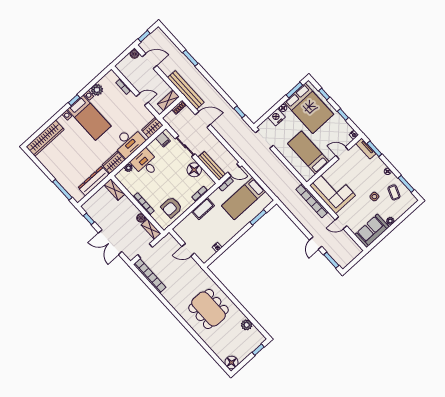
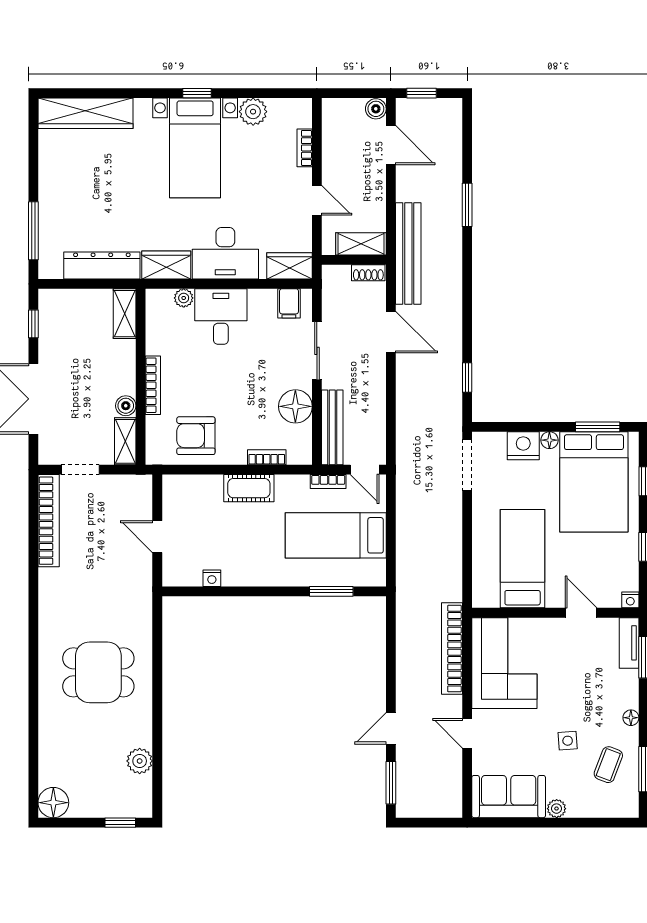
dining table: (208, 309) -> (98, 672), width x0.73

